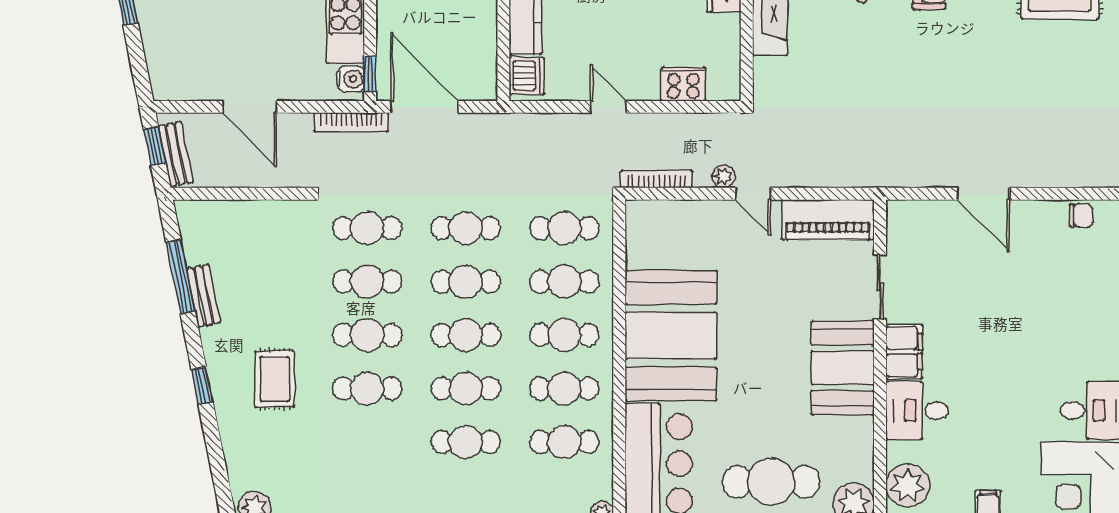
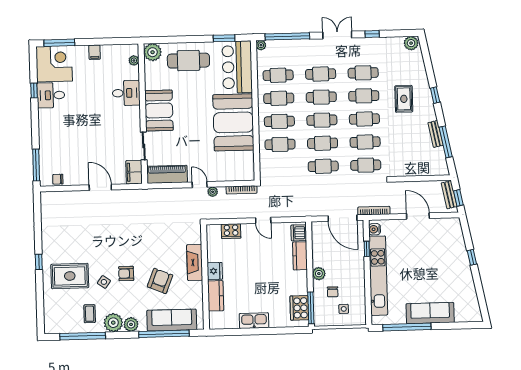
window: (370, 74) -> (367, 249), moved
cafe table: (564, 228) -> (363, 73), moved
filing cabinet: (904, 352) -> (134, 172), moved
plant: (908, 485) -> (134, 60), width x0.53, depth x0.53

